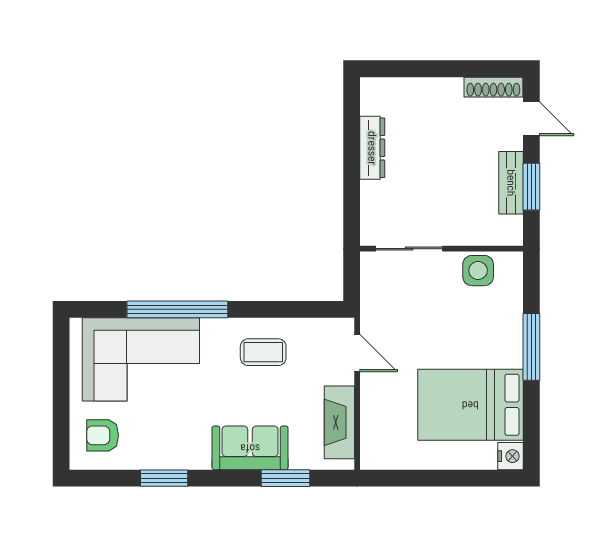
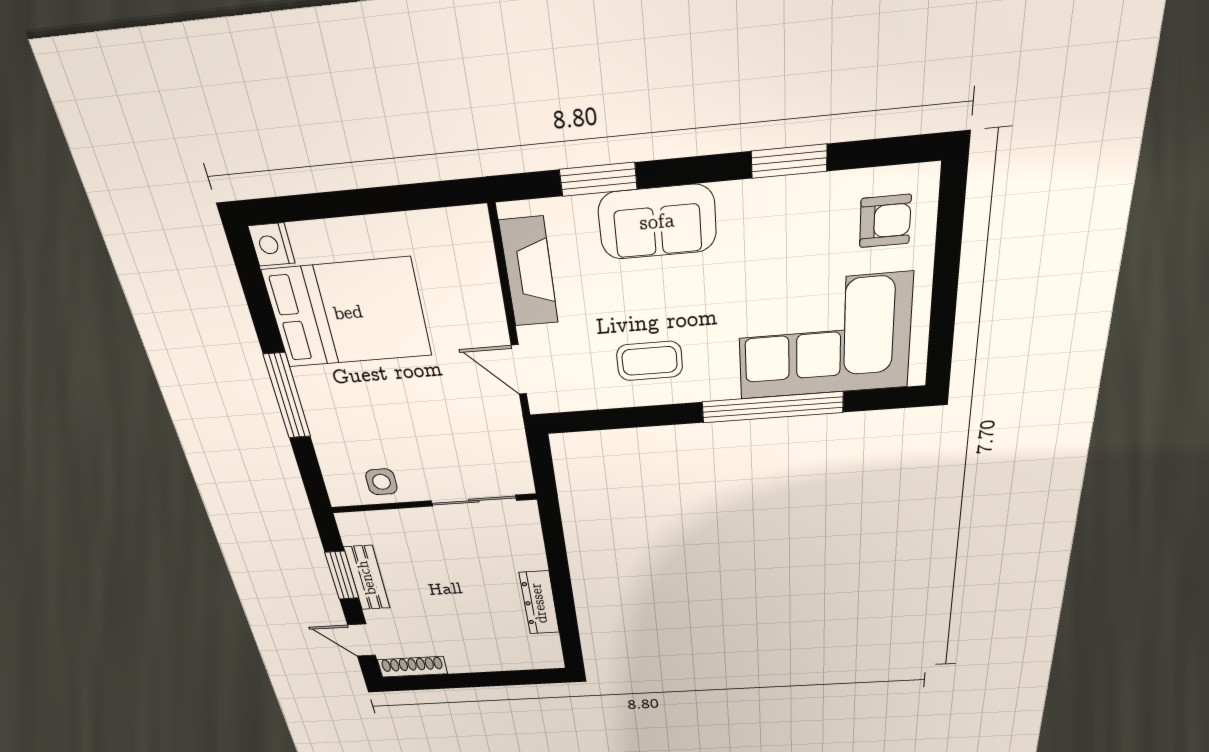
side table: (478, 271) -> (381, 482), width x0.73, depth x0.73

